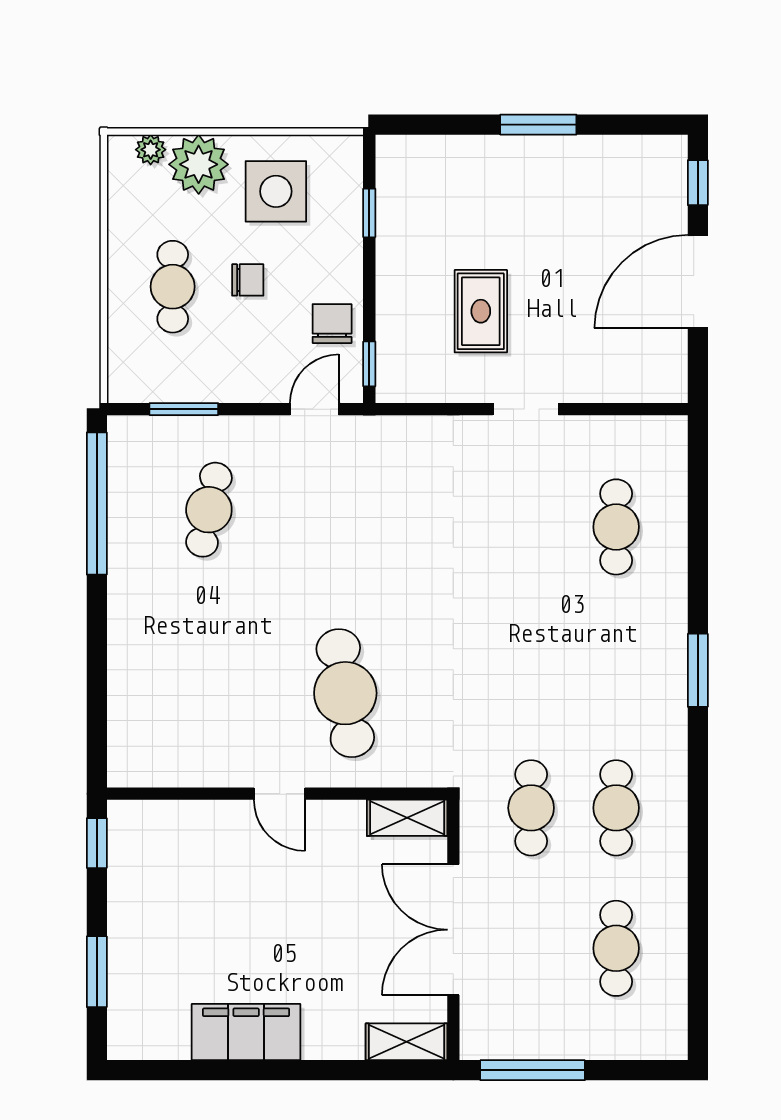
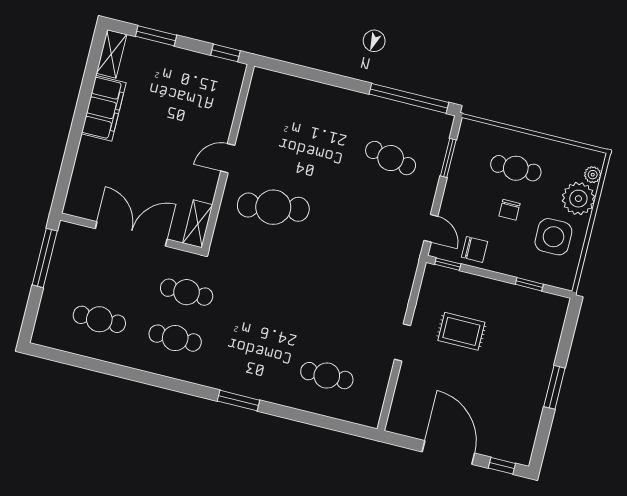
shelving: (407, 1042) -> (111, 54), moved

